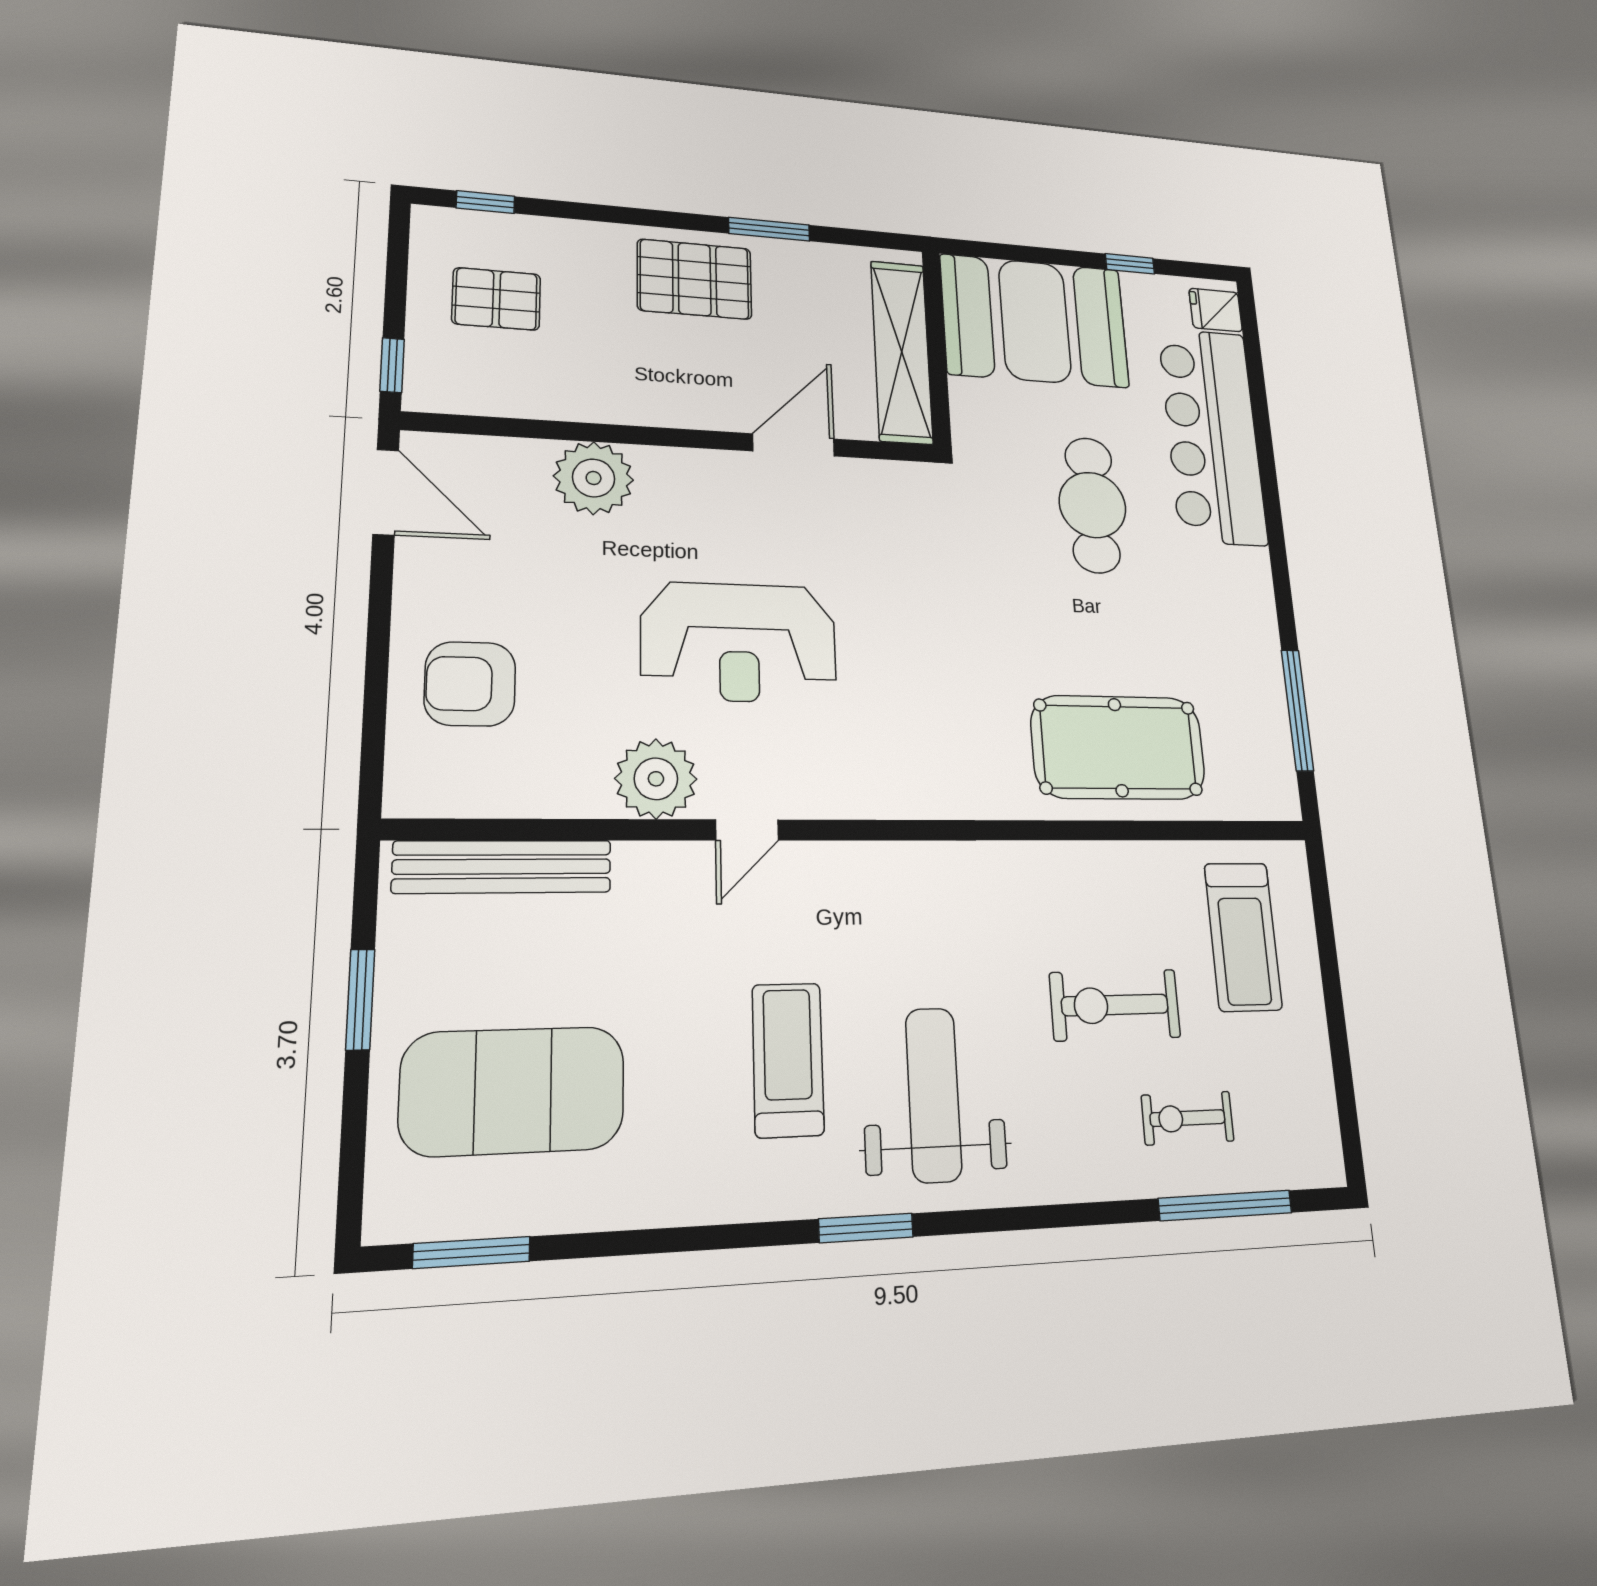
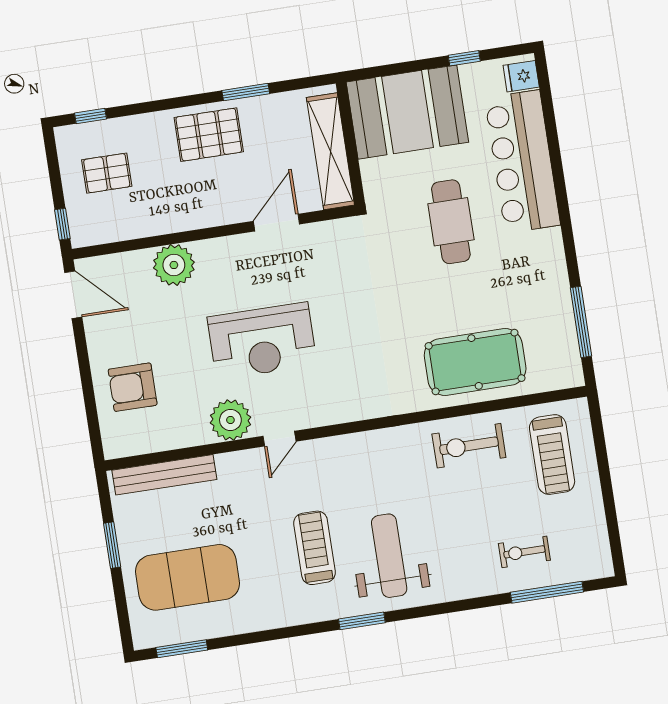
exercise bike: (1115, 1005) -> (469, 446), moved

